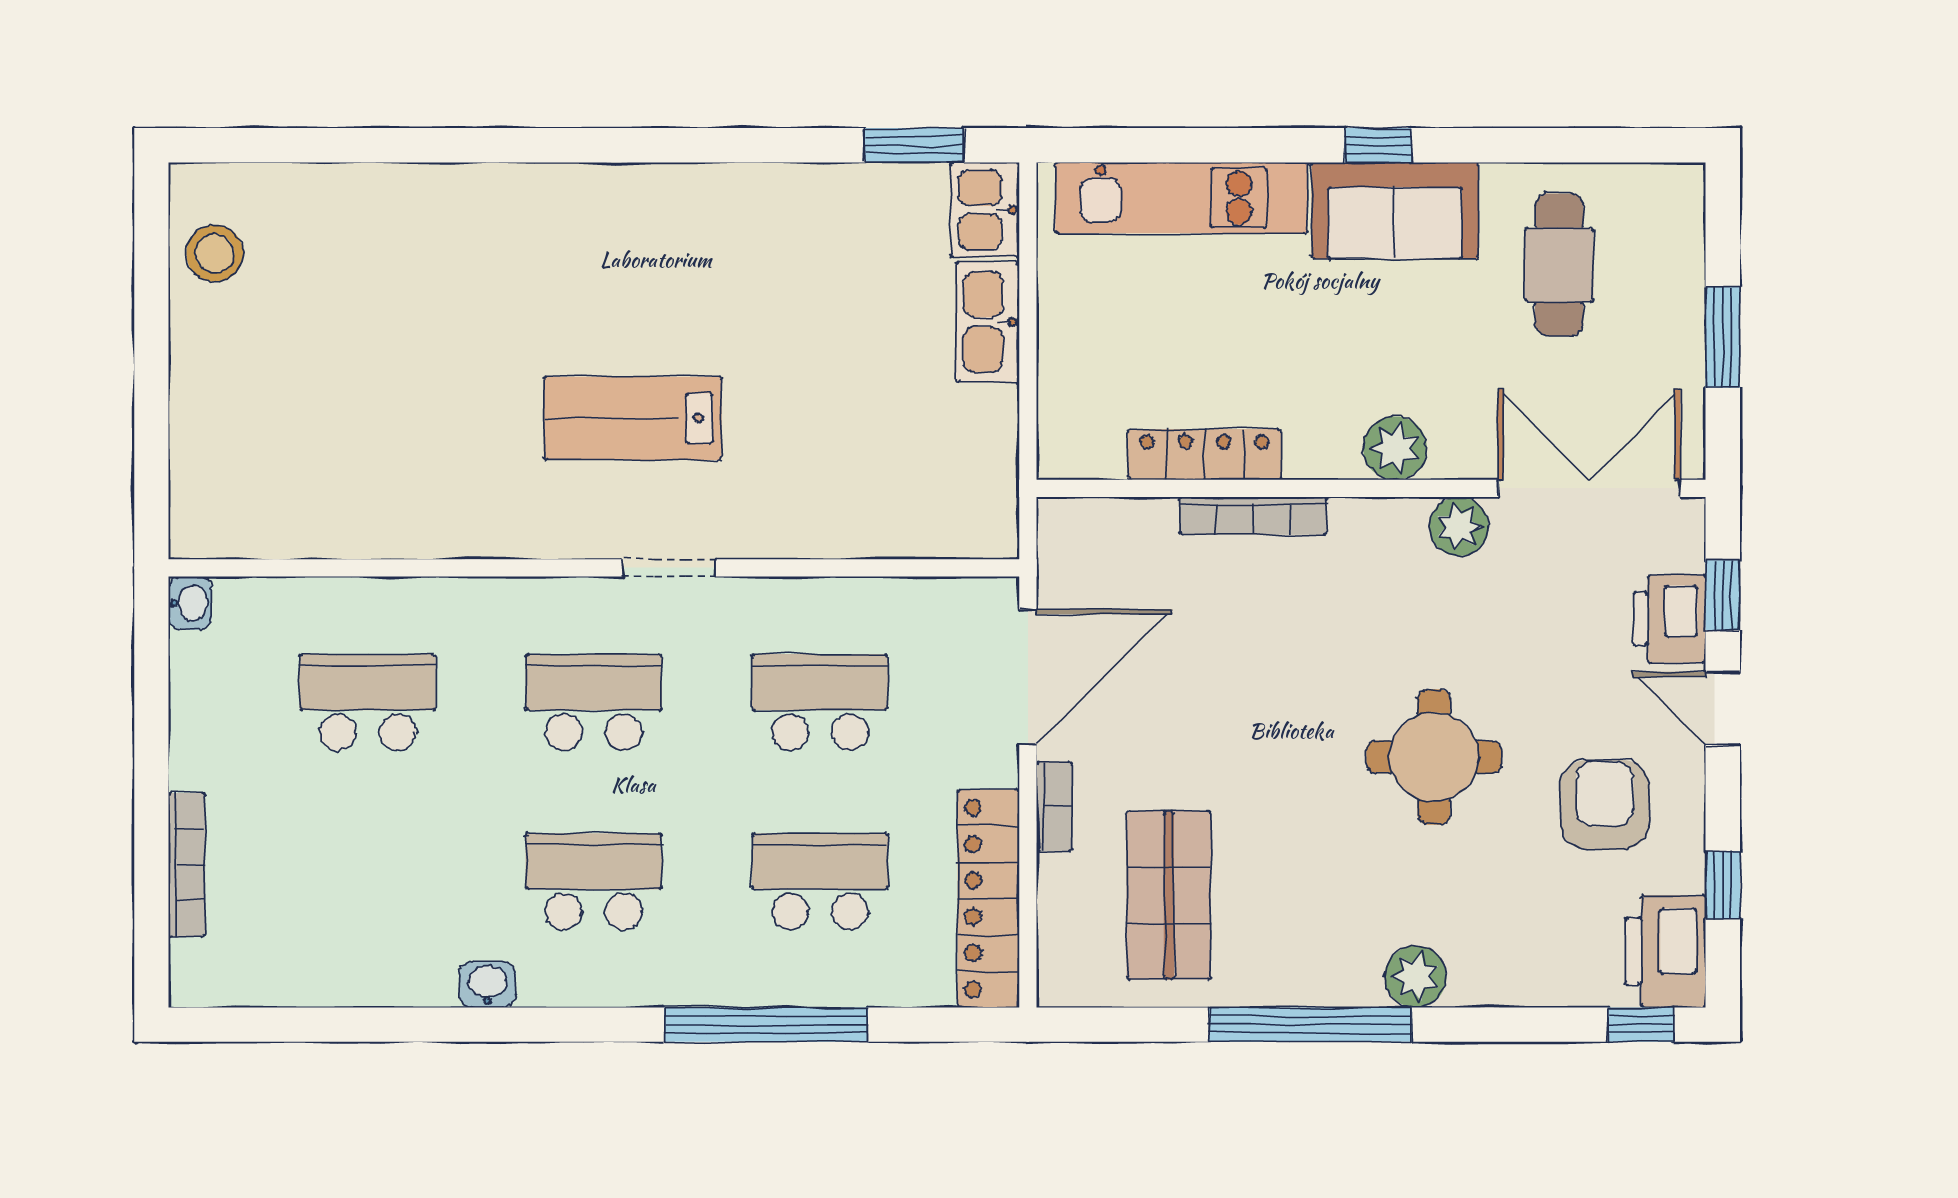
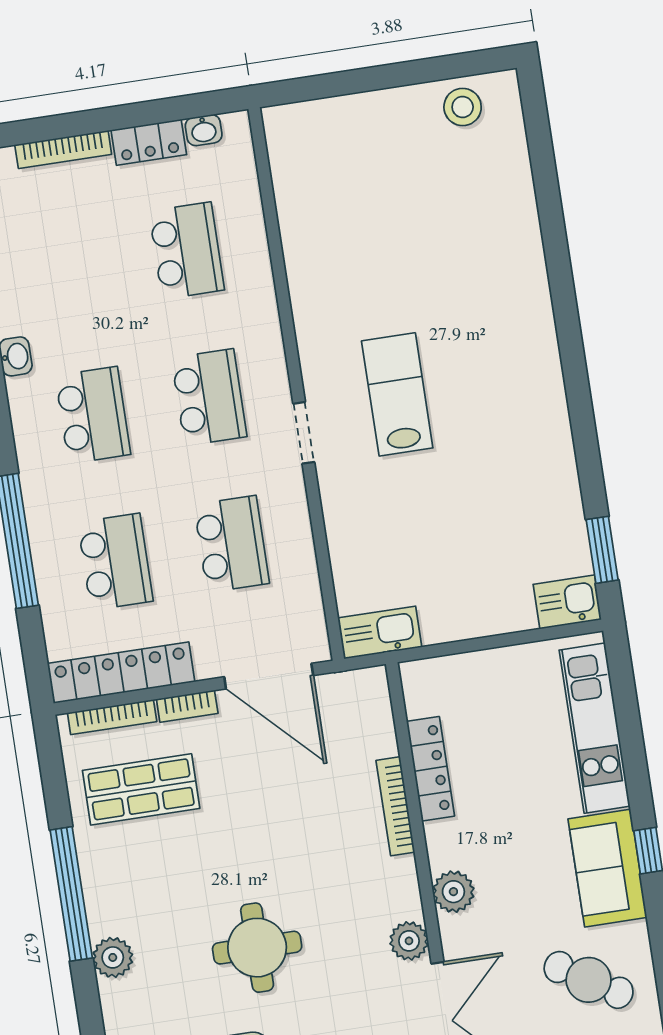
cafe table: (1559, 265) -> (589, 980), turned 32
kitchen sink: (988, 322) -> (380, 633), moved
washbasin: (190, 603) -> (204, 130), moved
locker: (196, 734) -> (149, 142), added
bookcase: (1053, 922) -> (112, 717), added

